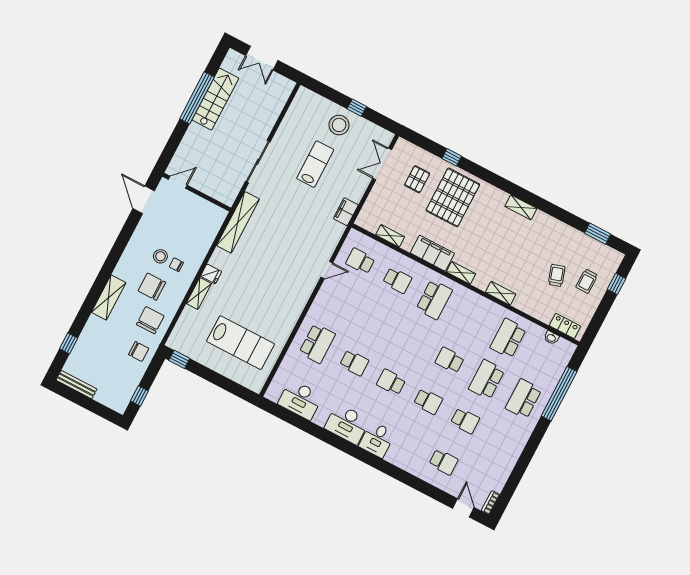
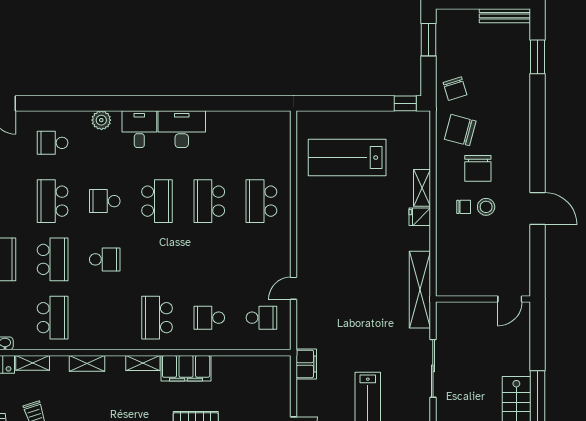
door: (144, 200) -> (537, 208), moved
shelving: (390, 236) -> (33, 363), moved
chair: (152, 287) -> (478, 168), turned 90
shelving: (109, 298) -> (520, 131), removed
chair: (150, 320) -> (460, 130), turned 105
window: (69, 343) -> (537, 57), width x1.50
chair: (139, 351) -> (455, 89), turned -107
school desk: (354, 363) -> (209, 201), width x1.85
school desk: (391, 382) -> (157, 201), width x1.85
window: (139, 396) -> (428, 40), width x1.50
desk: (300, 400) -> (248, 129), removed
school desk: (465, 421) -> (53, 201), width x1.85
plant: (401, 460) -> (101, 120), added

